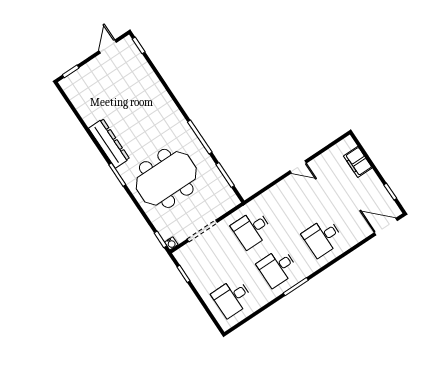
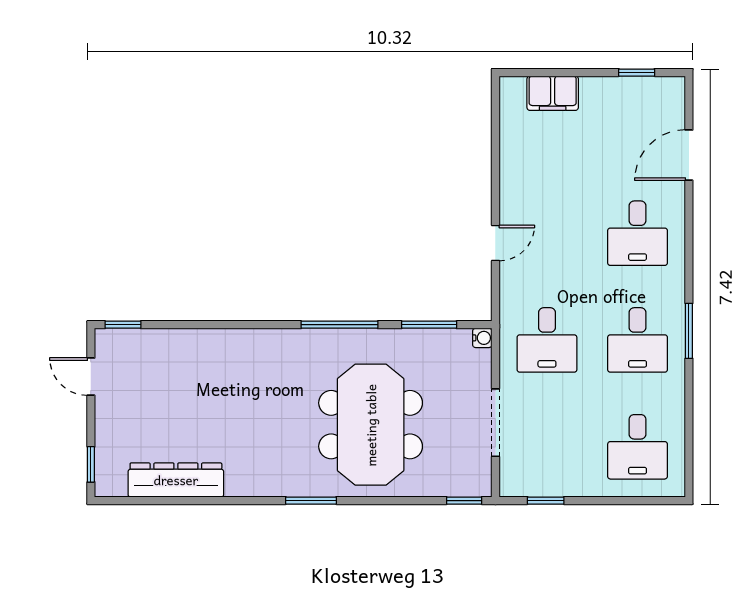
dresser: (109, 143) -> (176, 480), moved
door: (298, 167) -> (495, 243), moved
door: (386, 227) -> (689, 155), moved
water cooler: (171, 243) -> (482, 338), moved

